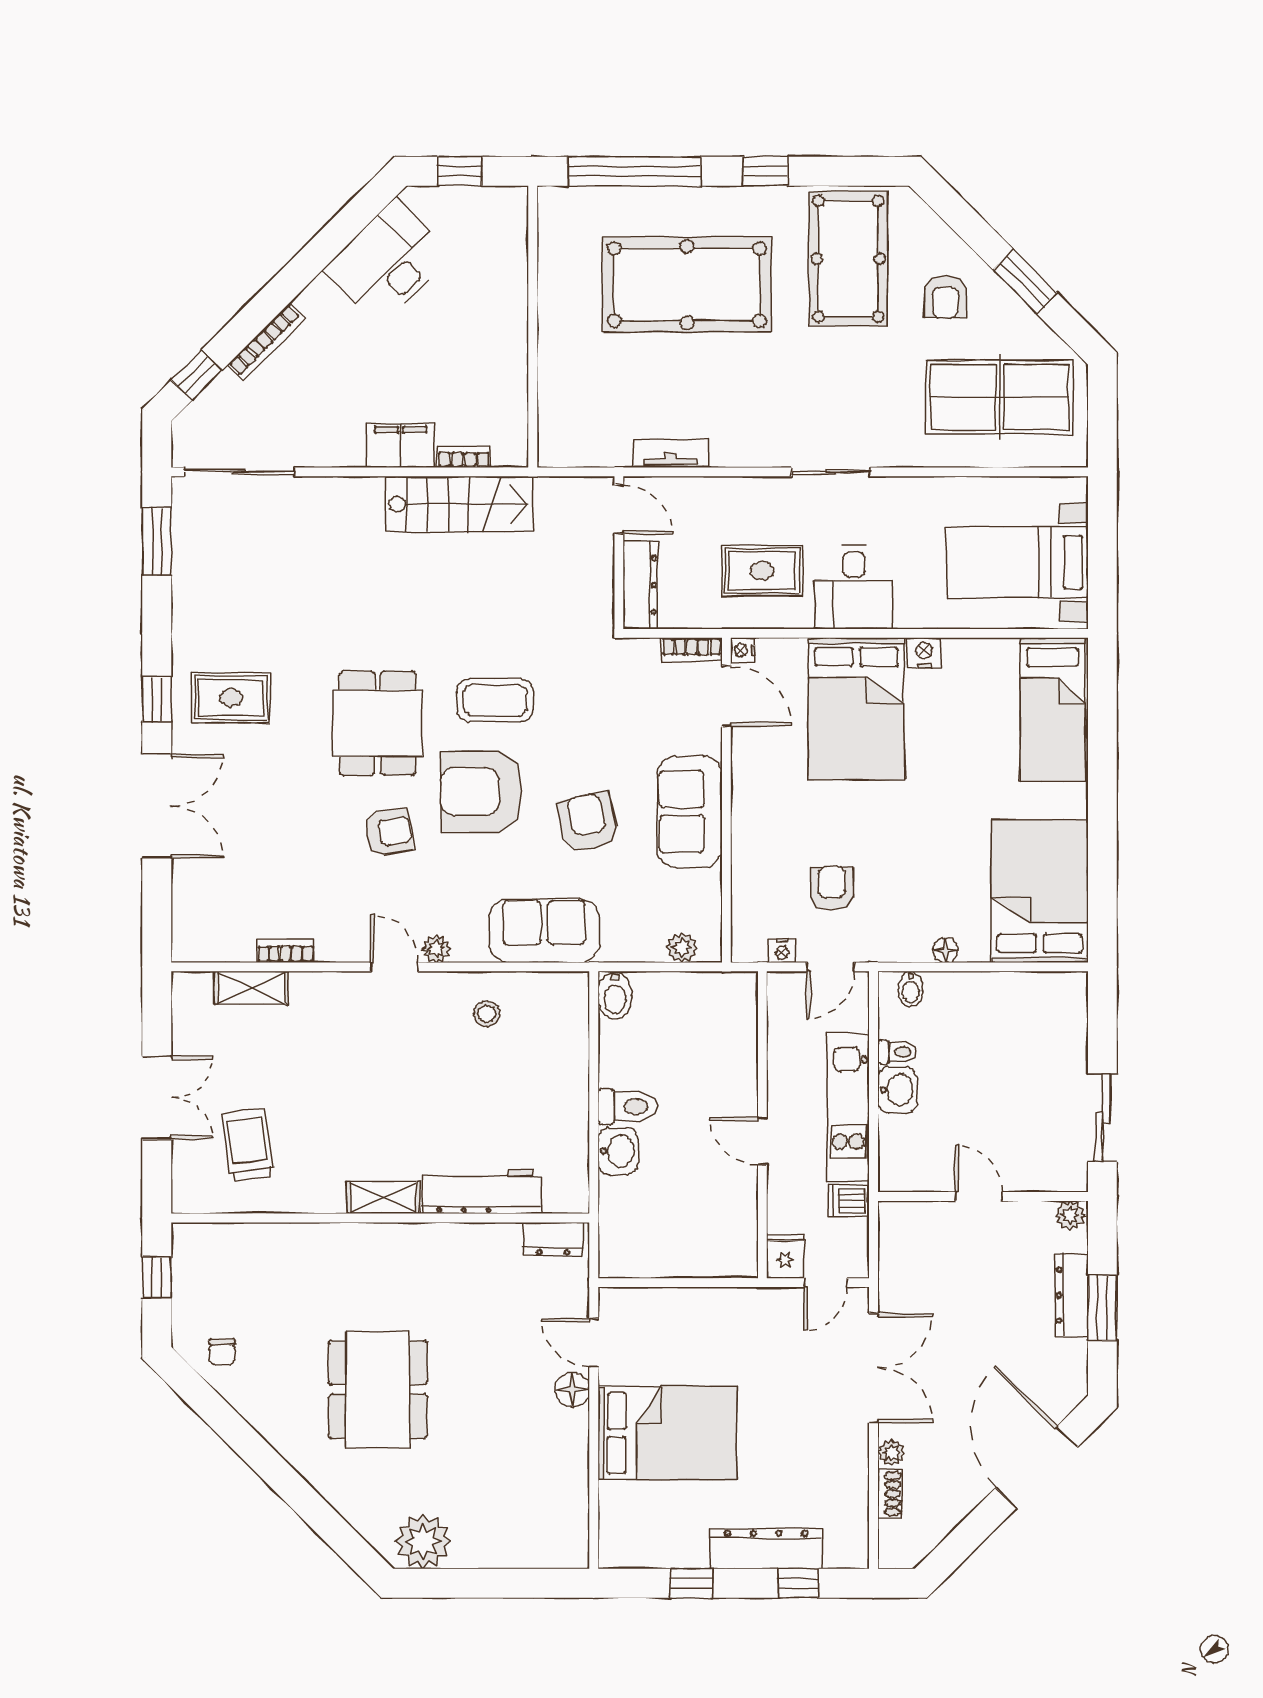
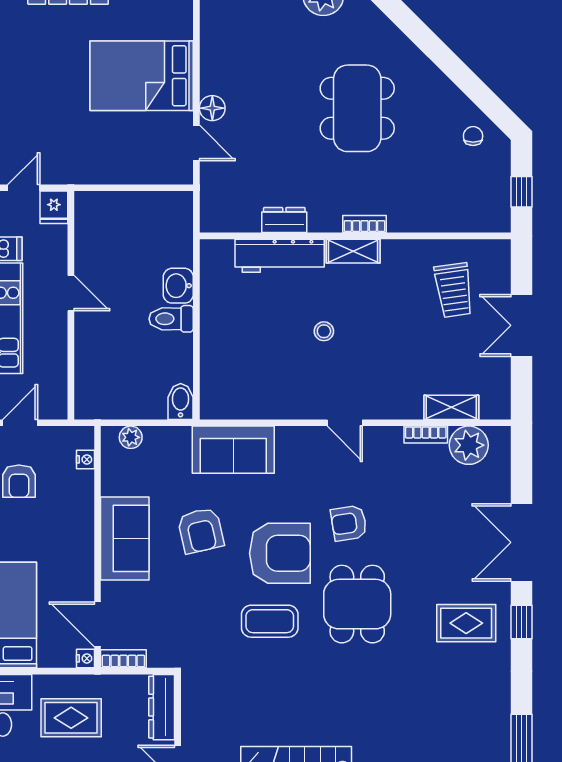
plant: (436, 949) -> (469, 445), moved, width x1.87, depth x1.87
nightstand: (782, 951) -> (85, 459), moved, turned 90
stool: (487, 1014) -> (324, 331), moved
bookcase: (368, 1234) -> (365, 224), added
dresser: (553, 1239) -> (284, 220), moved

